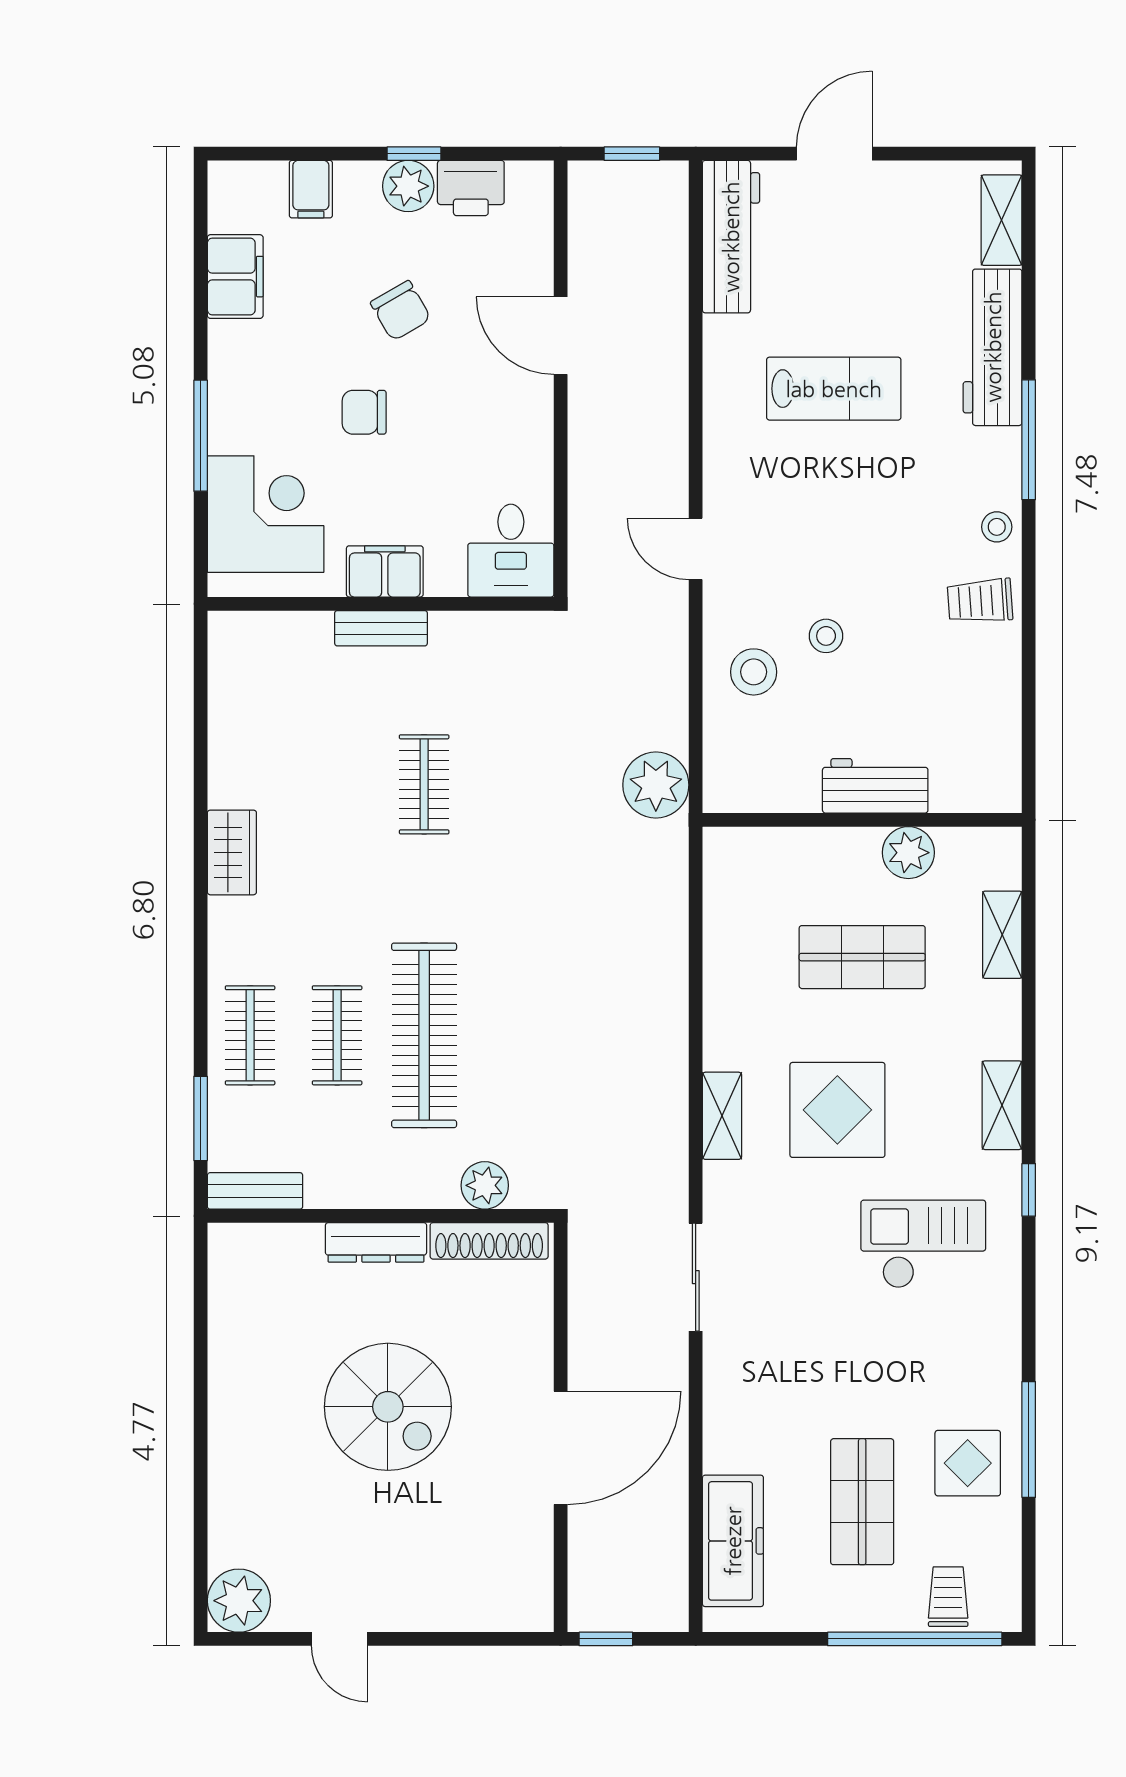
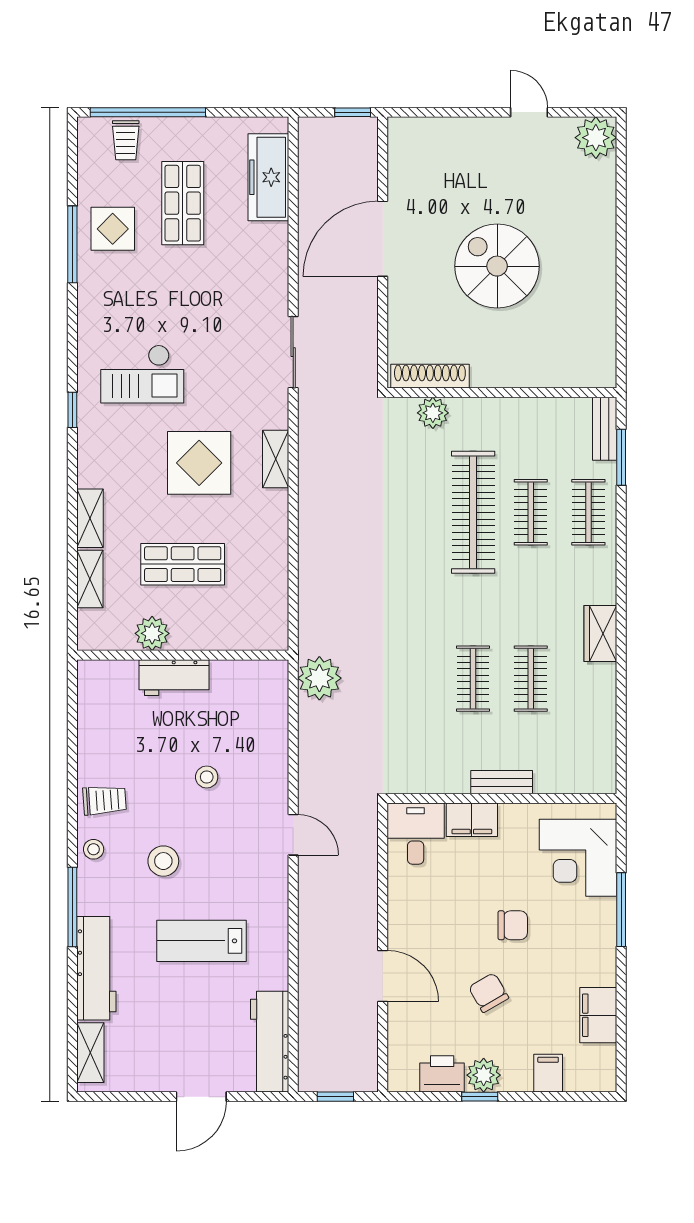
filing cabinet: (385, 571) -> (472, 820), moved
stool: (754, 672) -> (163, 861), moved
clothes rail: (337, 784) -> (531, 679), added
shelving: (1002, 1105) -> (90, 518), moved
bench: (255, 1191) -> (605, 429), moved, turned 90
dresser: (376, 1242) -> (505, 375), removed

